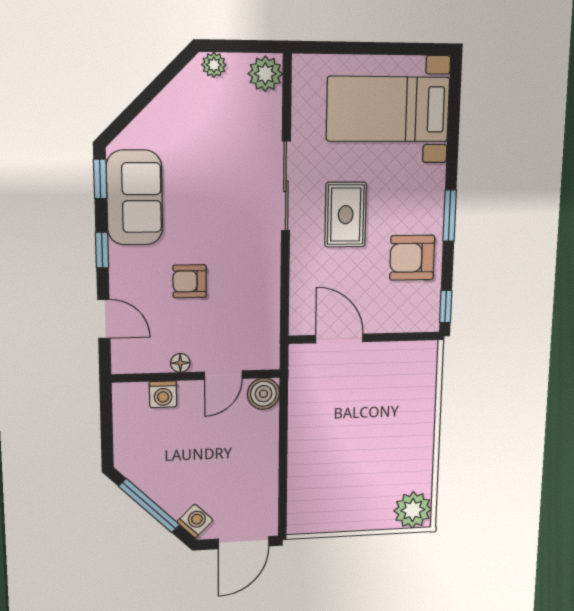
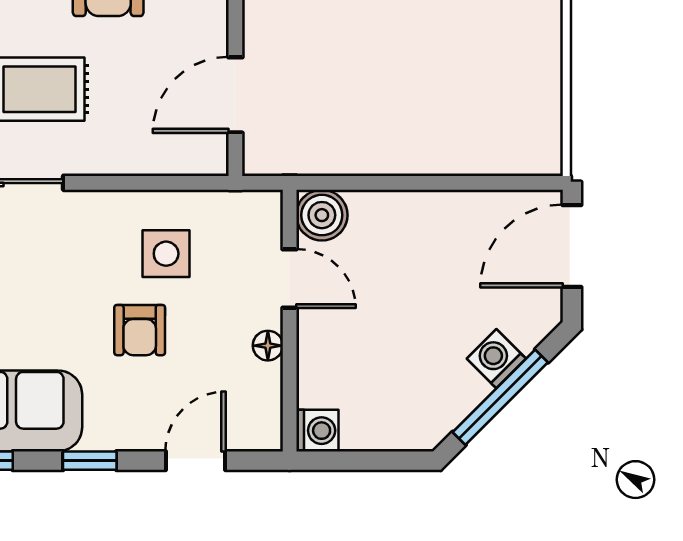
side table: (239, 297) -> (166, 254), added
washing machine: (163, 394) -> (317, 431), moved
washing machine: (195, 521) -> (496, 359), moved
door: (244, 543) -> (572, 246), swing flipped

